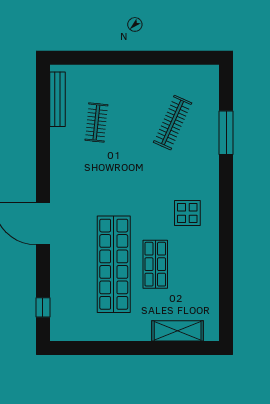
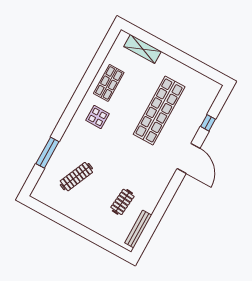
shop shelf: (155, 264) -> (109, 83), moved
window: (43, 307) -> (208, 123), moved

